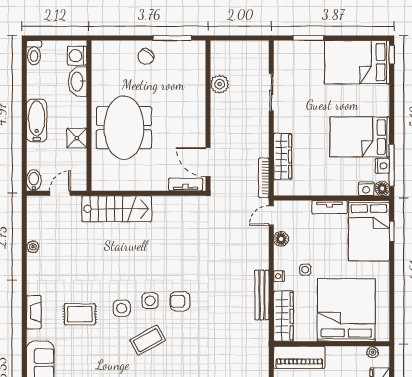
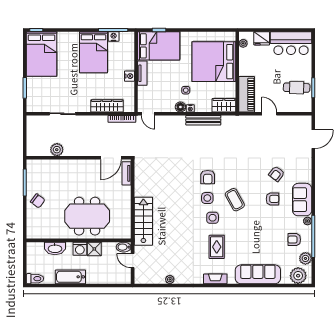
washing machine: (77, 56) -> (80, 249), moved
bathtub: (37, 121) -> (70, 277), moved
bidet: (34, 180) -> (124, 247), moved
floor lamp: (382, 188) -> (129, 37), removed
nightstand: (366, 189) -> (129, 76), moved
floor lamp: (281, 239) -> (180, 107), moved
wardrobe: (283, 316) -> (224, 105), width x0.67

